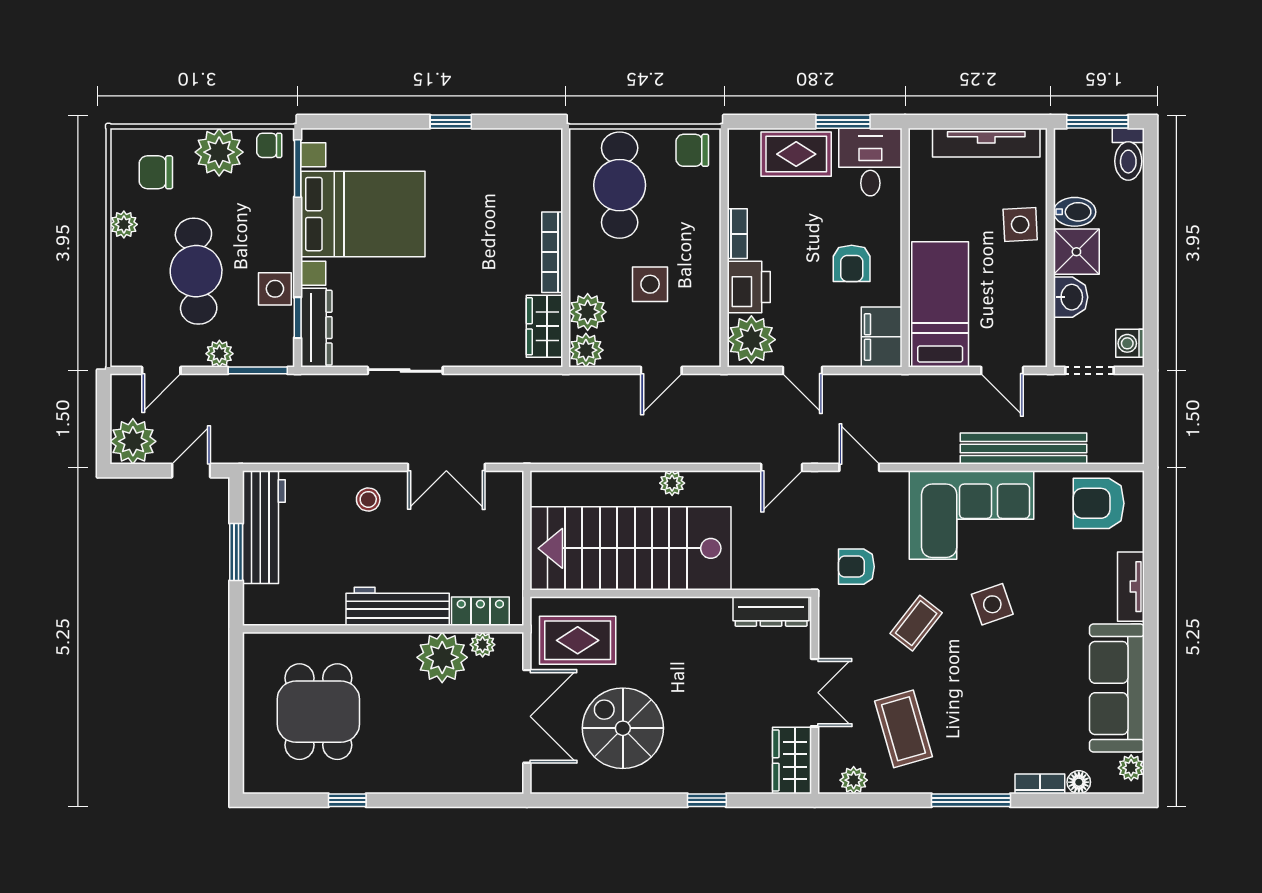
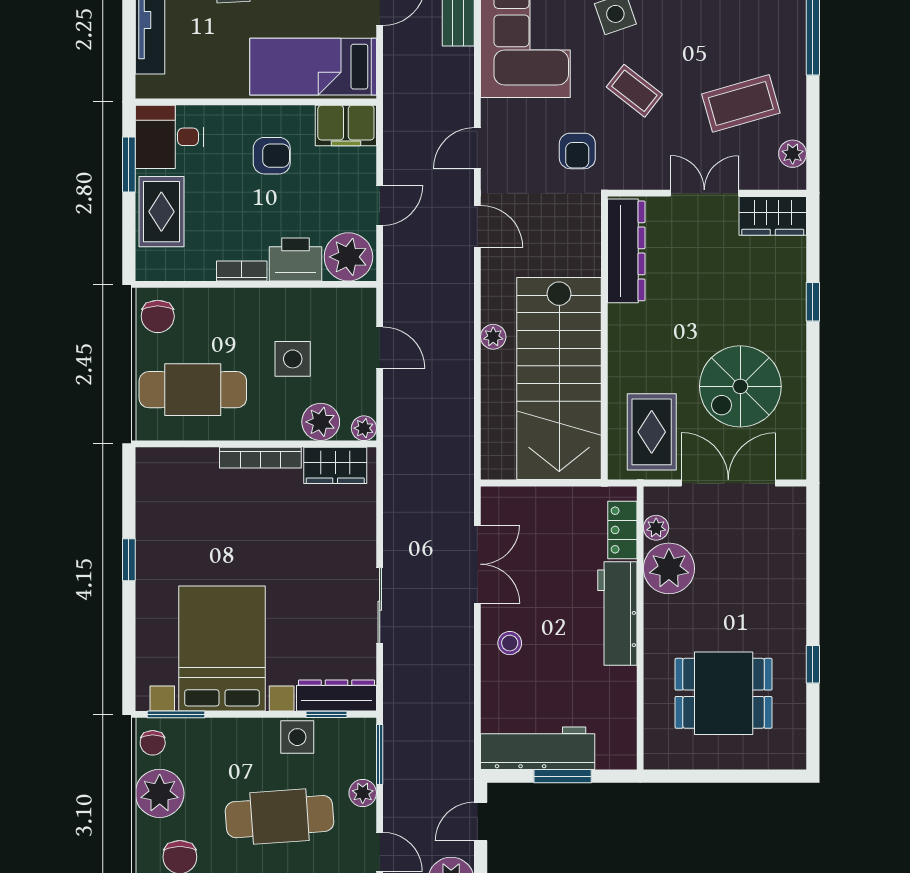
plant: (586, 350) -> (364, 428), width x0.73, depth x0.73
door: (191, 471) -> (481, 822), hinge flipped
dresser: (771, 611) -> (626, 251), width x1.37, depth x1.24

